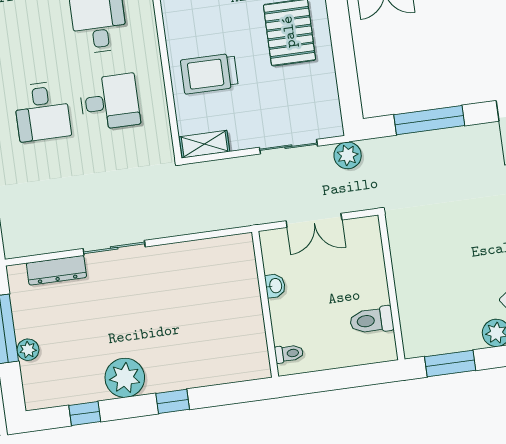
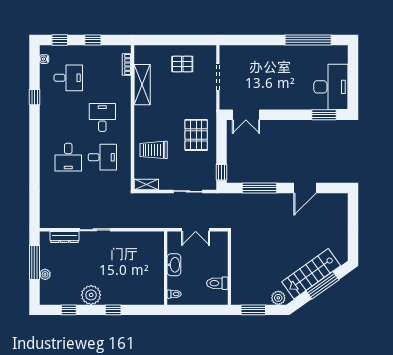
window: (350, 100) -> (222, 172), added
plant: (348, 155) -> (217, 200), removed
washbasin: (275, 286) -> (174, 265), width x1.91, depth x1.45

